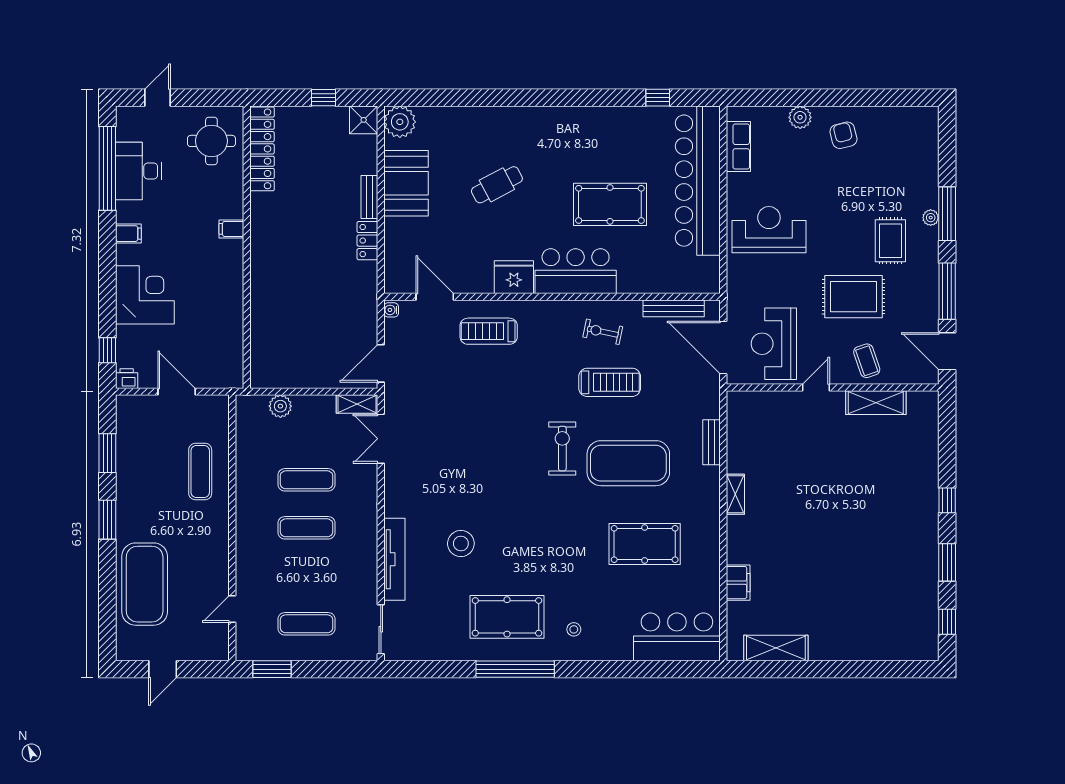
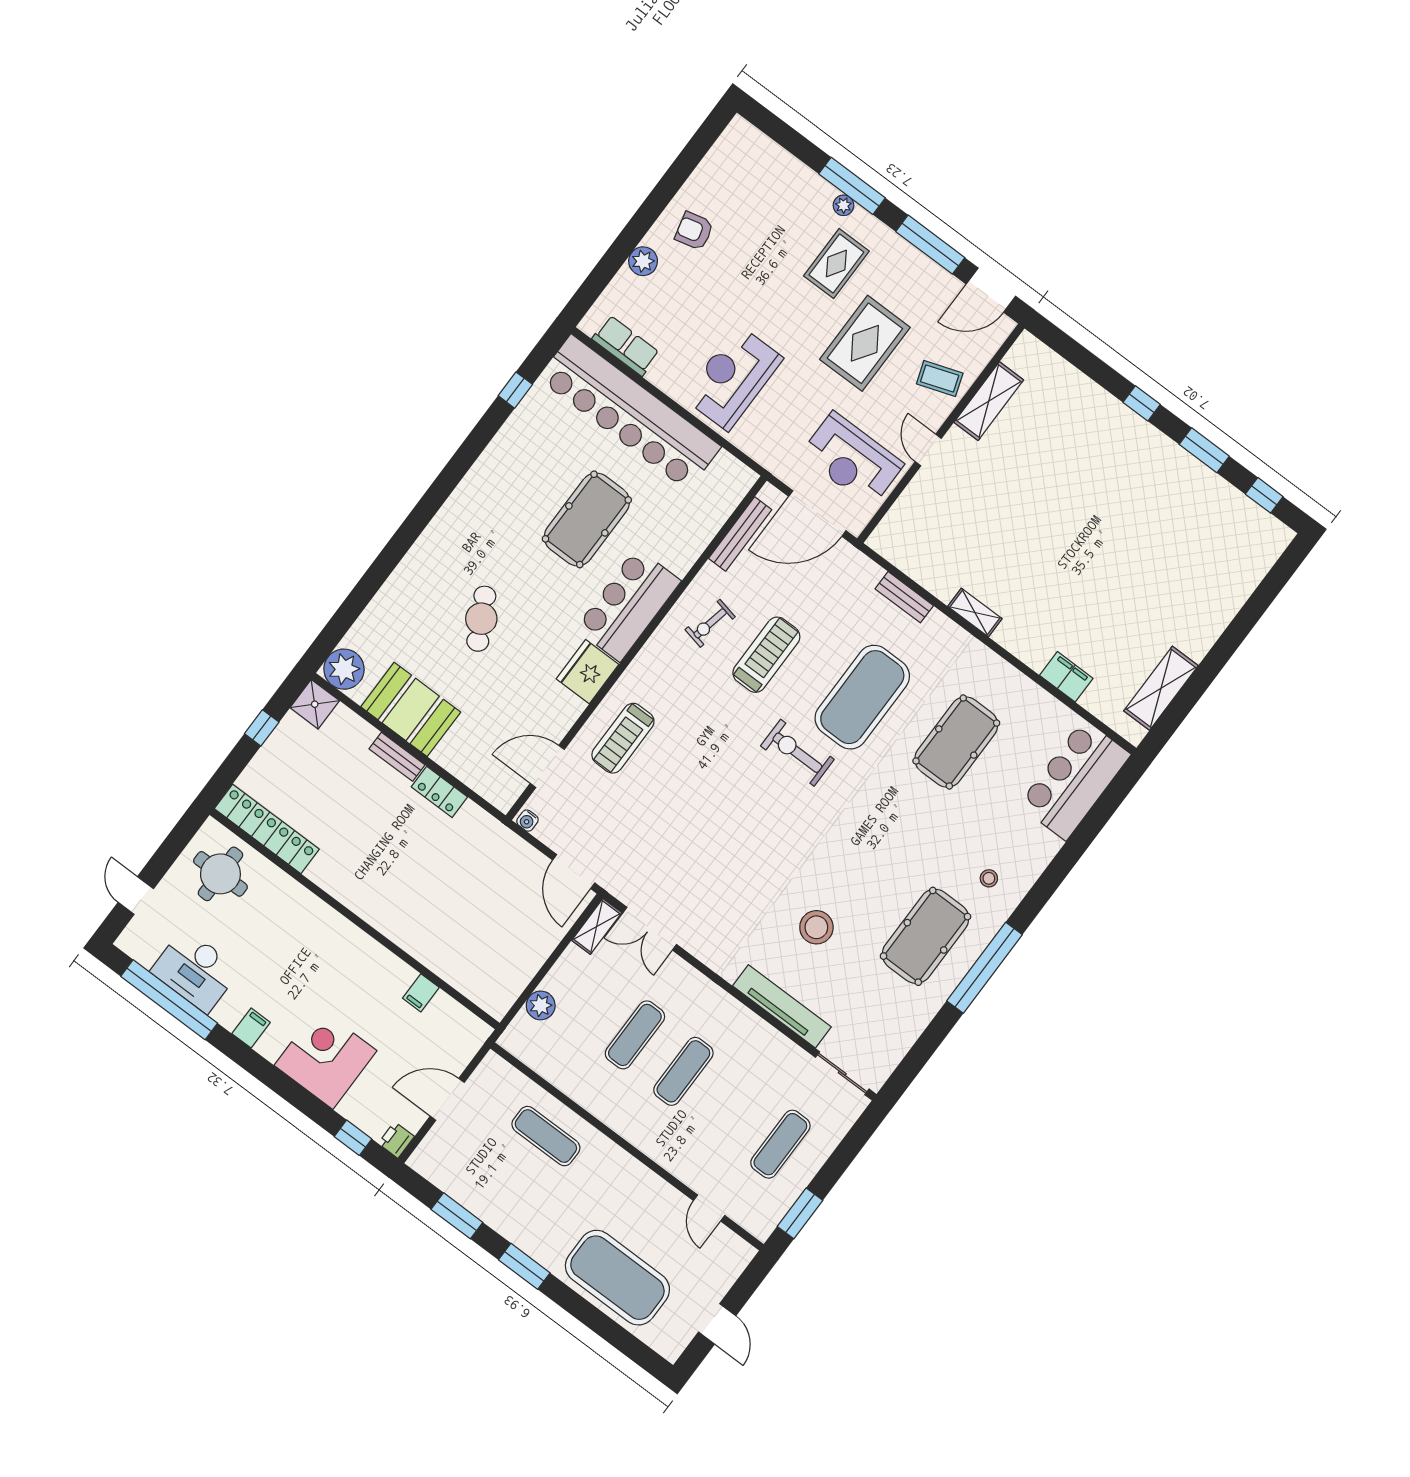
filing cabinet: (231, 229) -> (421, 993), moved
rug: (890, 241) -> (836, 263), turned 90

